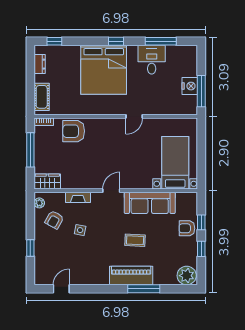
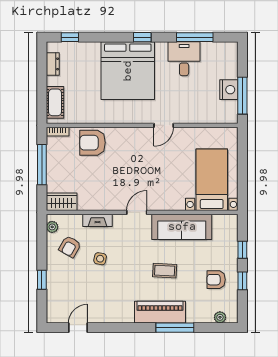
armchair: (187, 228) -> (216, 280), moved
plant: (187, 276) -> (220, 317), width x0.53, depth x0.53

